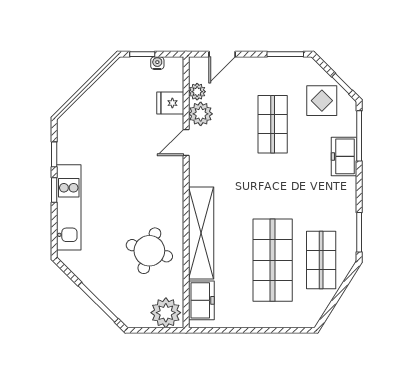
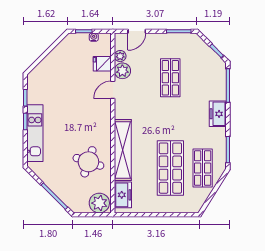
display table: (322, 101) -> (203, 62), removed
freezer: (344, 156) -> (218, 114), moved

